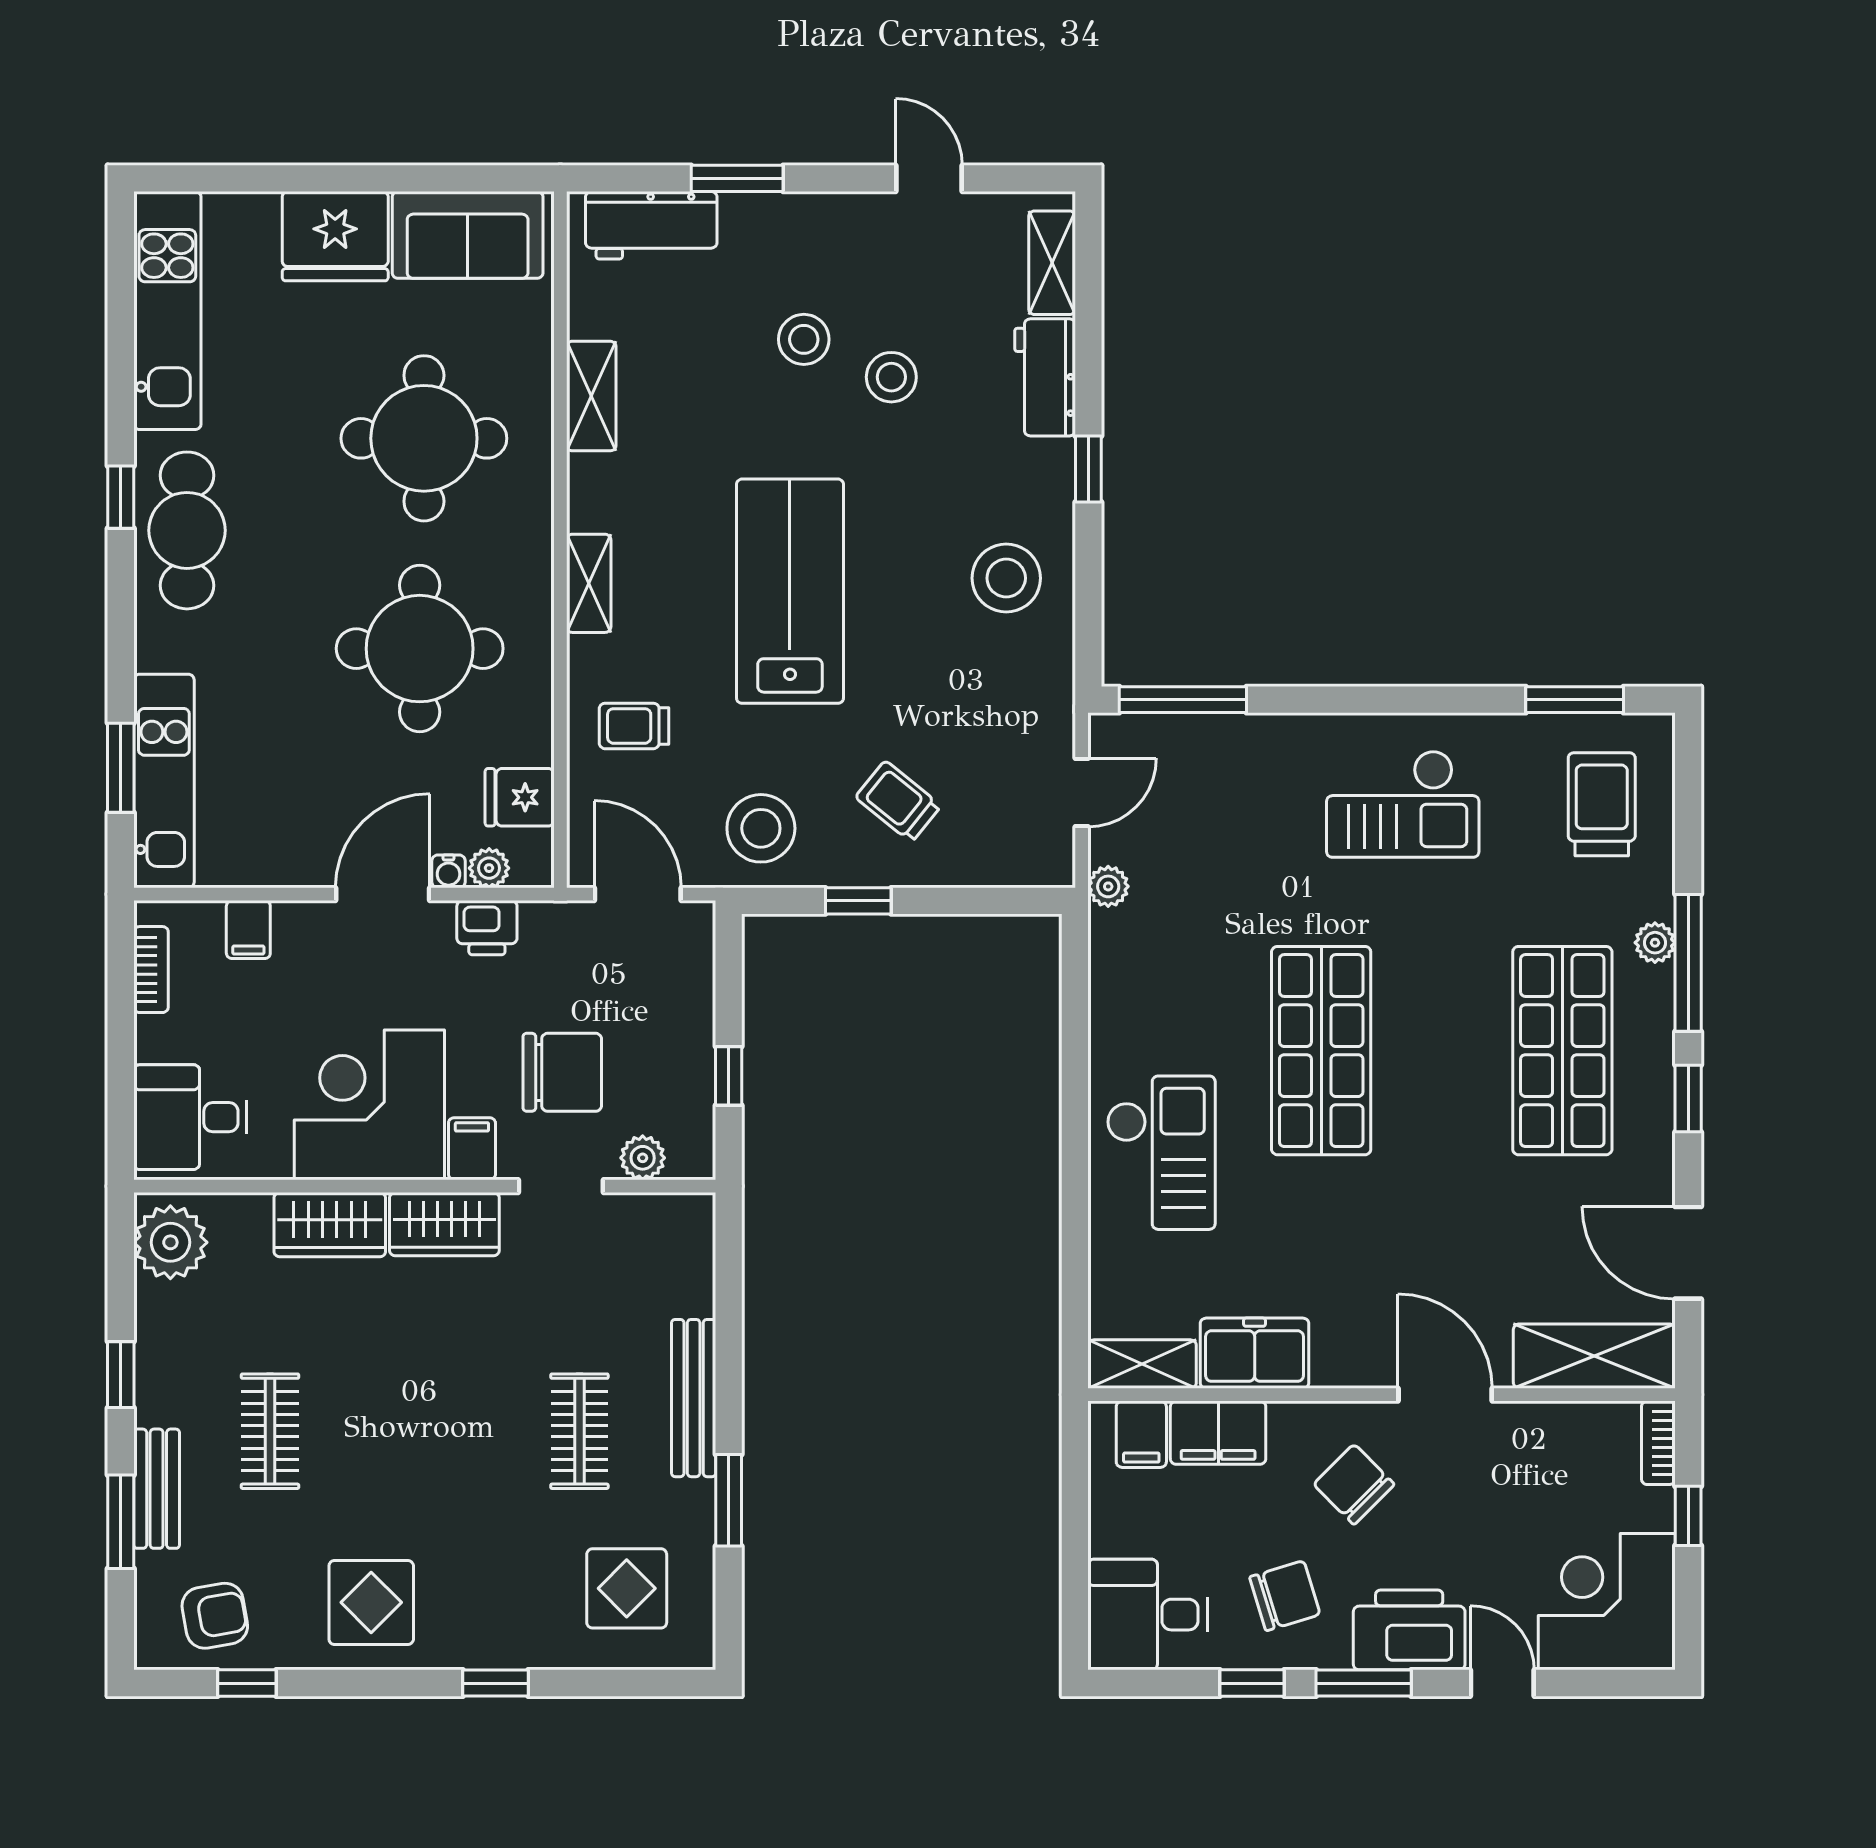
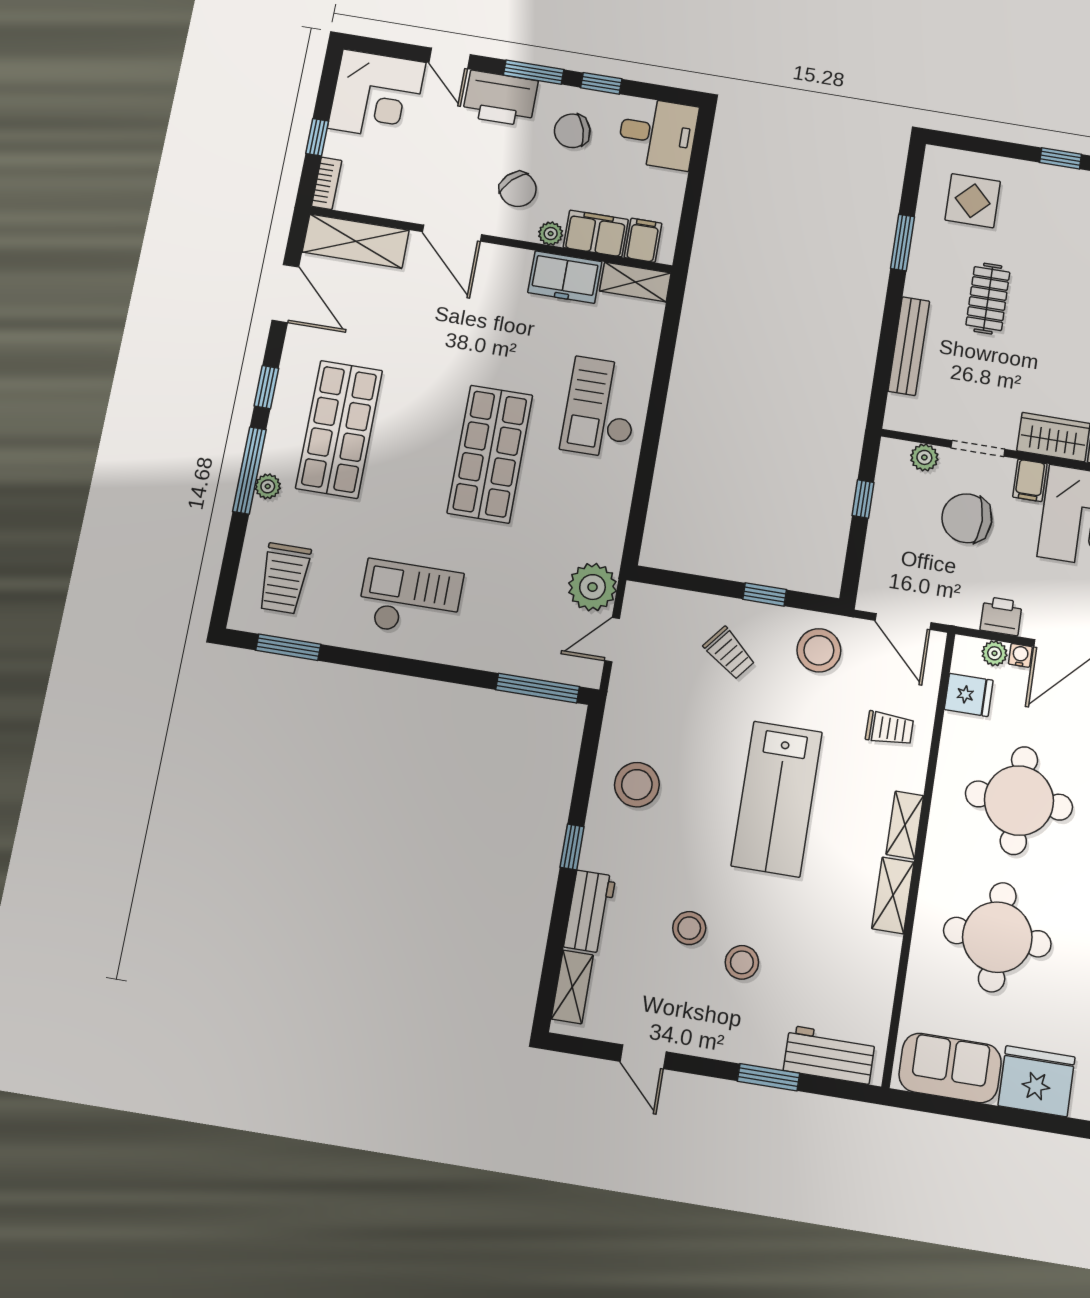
shelving: (591, 396) -> (893, 895), moved
plant: (1108, 886) -> (592, 587), width x1.88, depth x1.88
bench: (694, 1398) -> (909, 346), moved
plant: (1289, 1420) -> (551, 234), added

